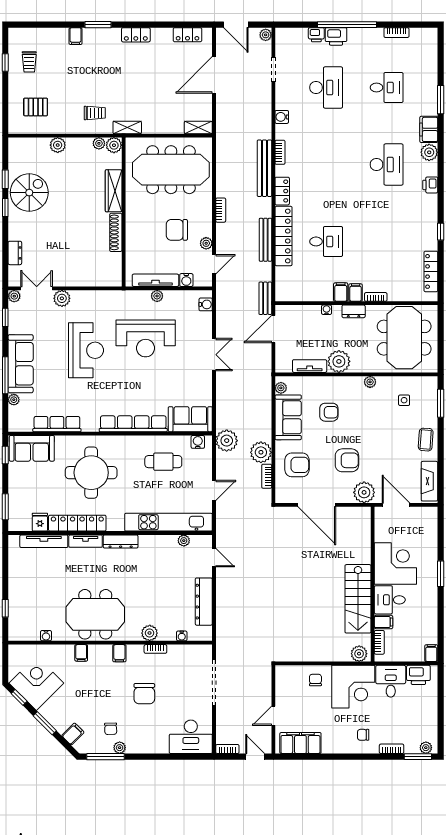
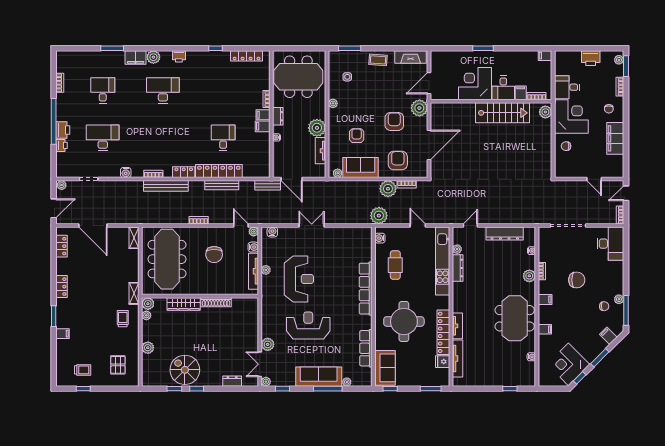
plant: (206, 243) -> (254, 232), moved
sofa: (190, 419) -> (362, 244), removed
dresser: (121, 541) -> (458, 268), moved
printer: (418, 675) -> (591, 58), moved, turned 90
filing cabinet: (300, 743) -> (615, 138), moved

